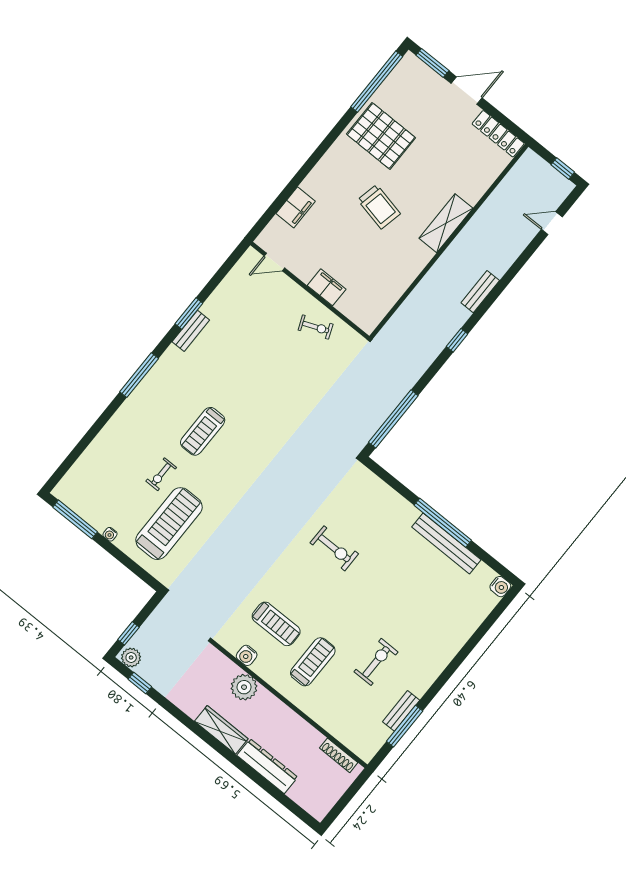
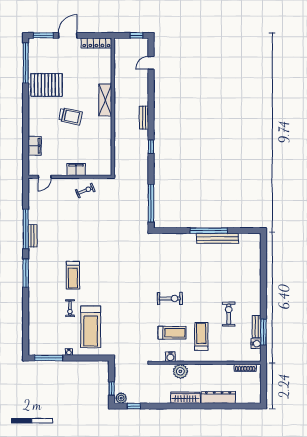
window: (189, 314) -> (26, 229), width x2.11
treadmill: (169, 524) -> (91, 327), turned 180
exercise bike: (334, 548) -> (170, 298), moved
water cooler: (500, 587) -> (256, 344), moved

